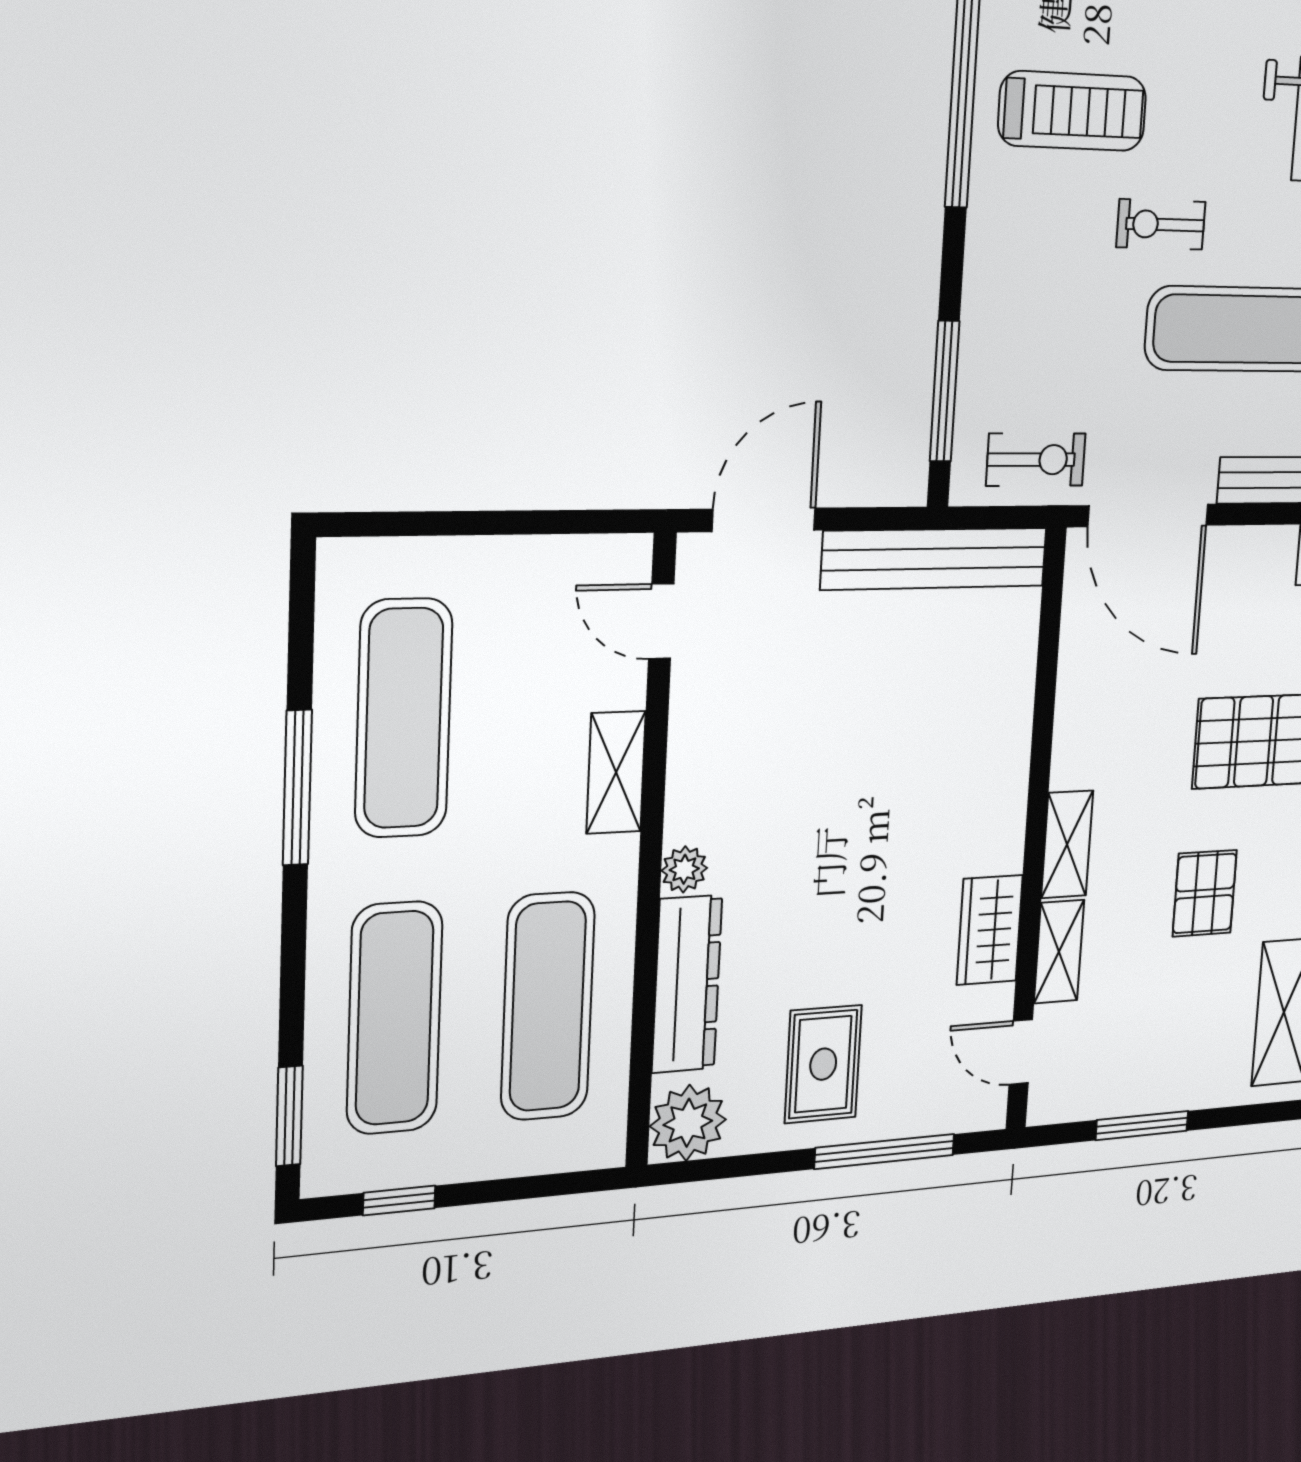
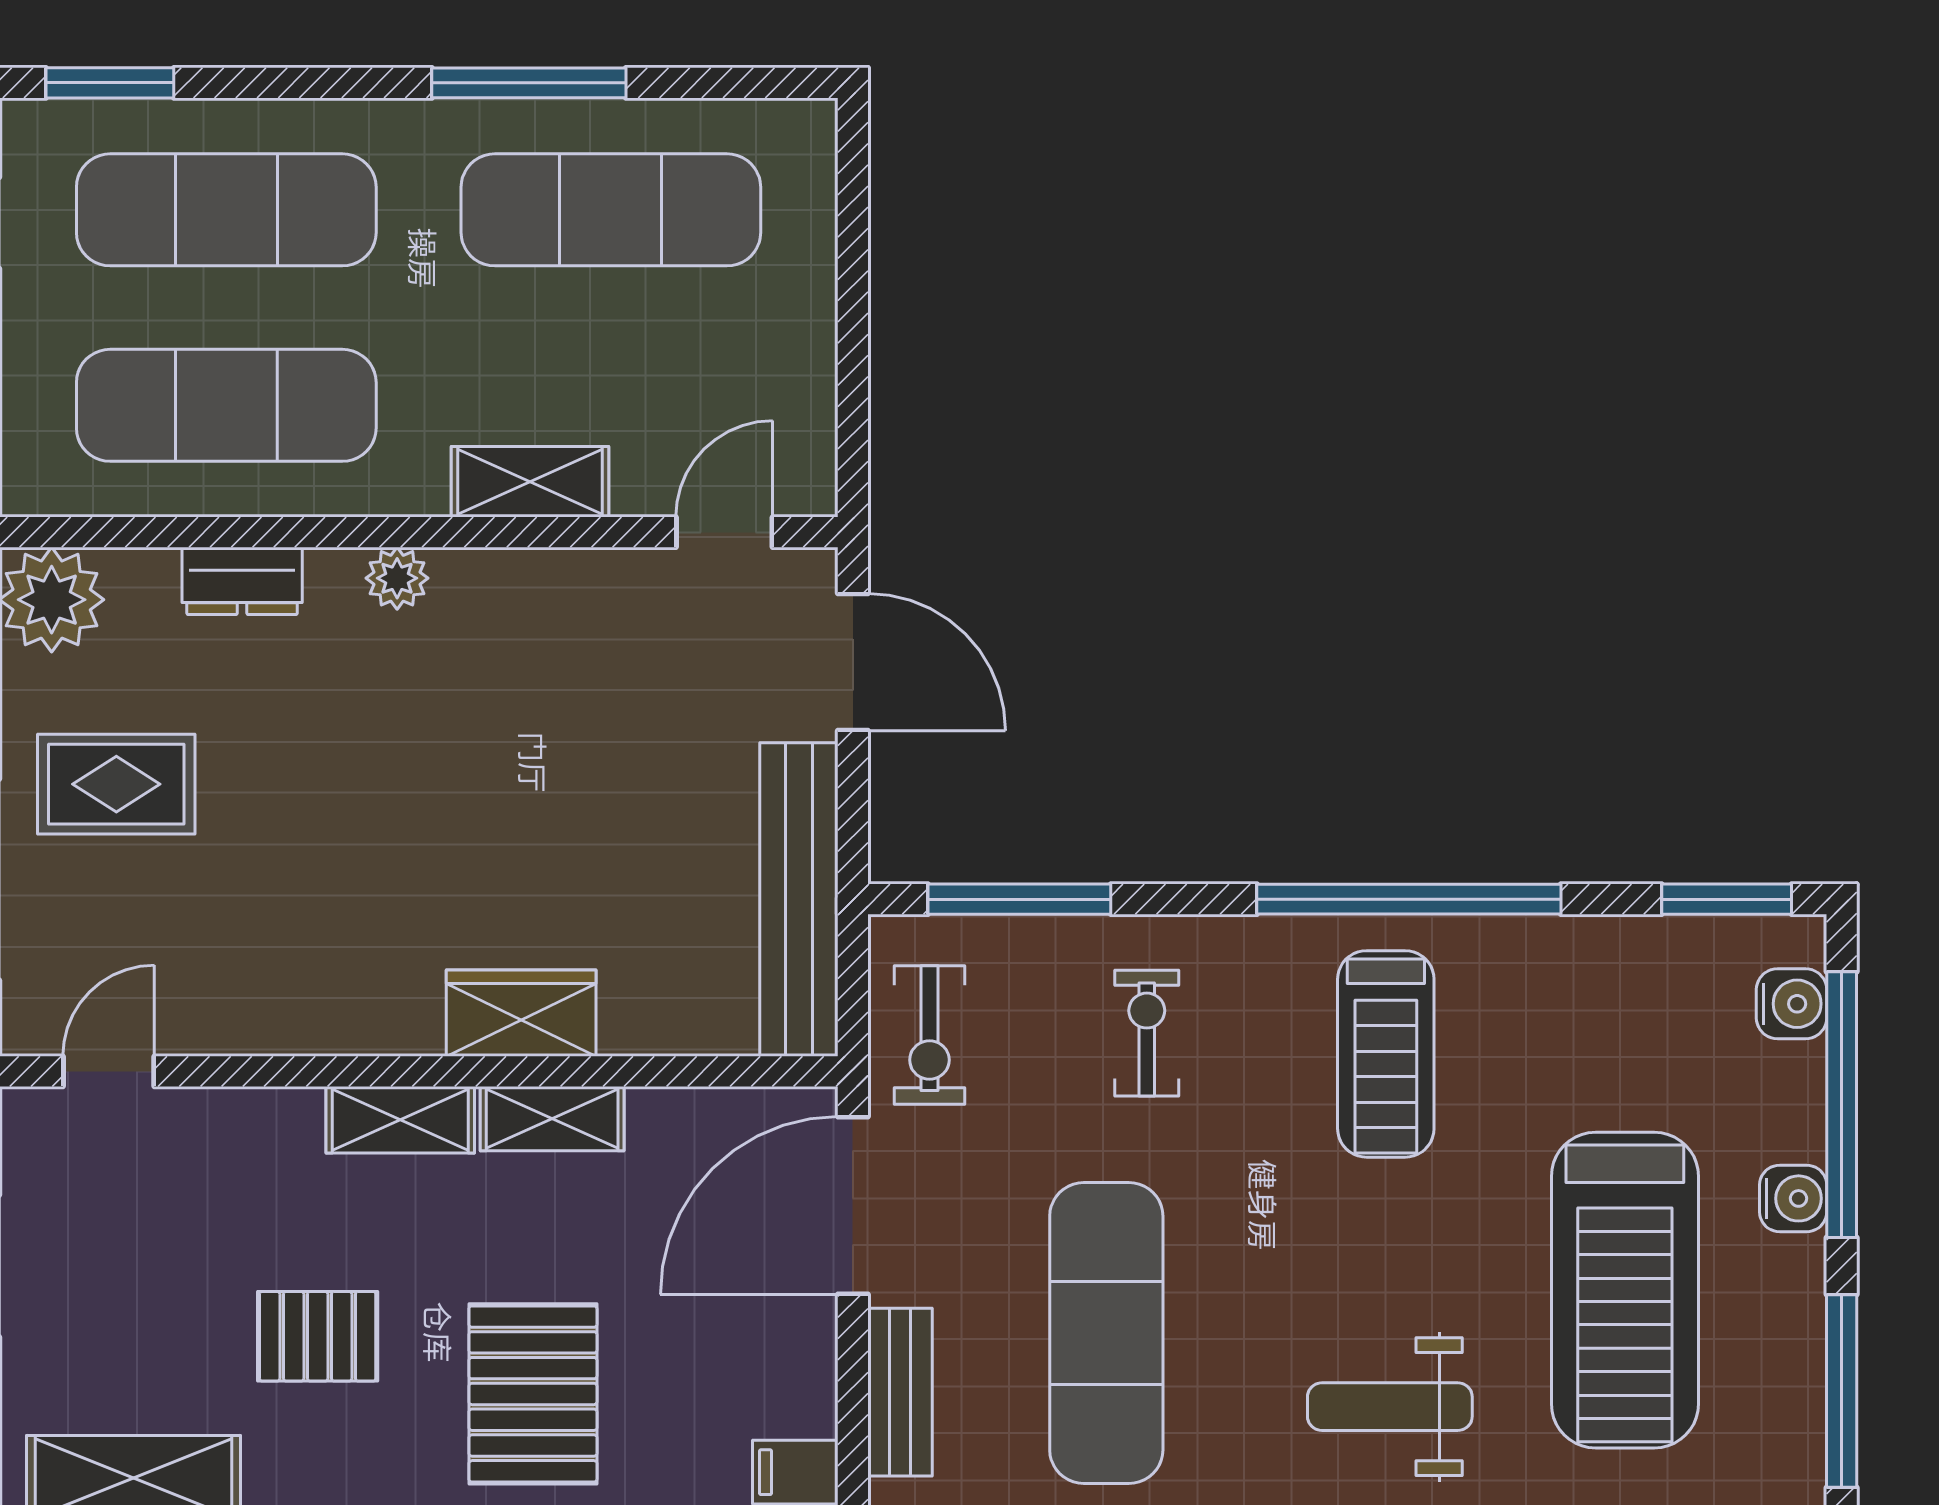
exercise bike: (1161, 224) -> (1147, 1033), moved
wardrobe: (990, 930) -> (521, 1013), moved
shelving: (1059, 952) -> (552, 1119), moved
dresser: (687, 984) -> (242, 581), width x0.51, depth x0.80

